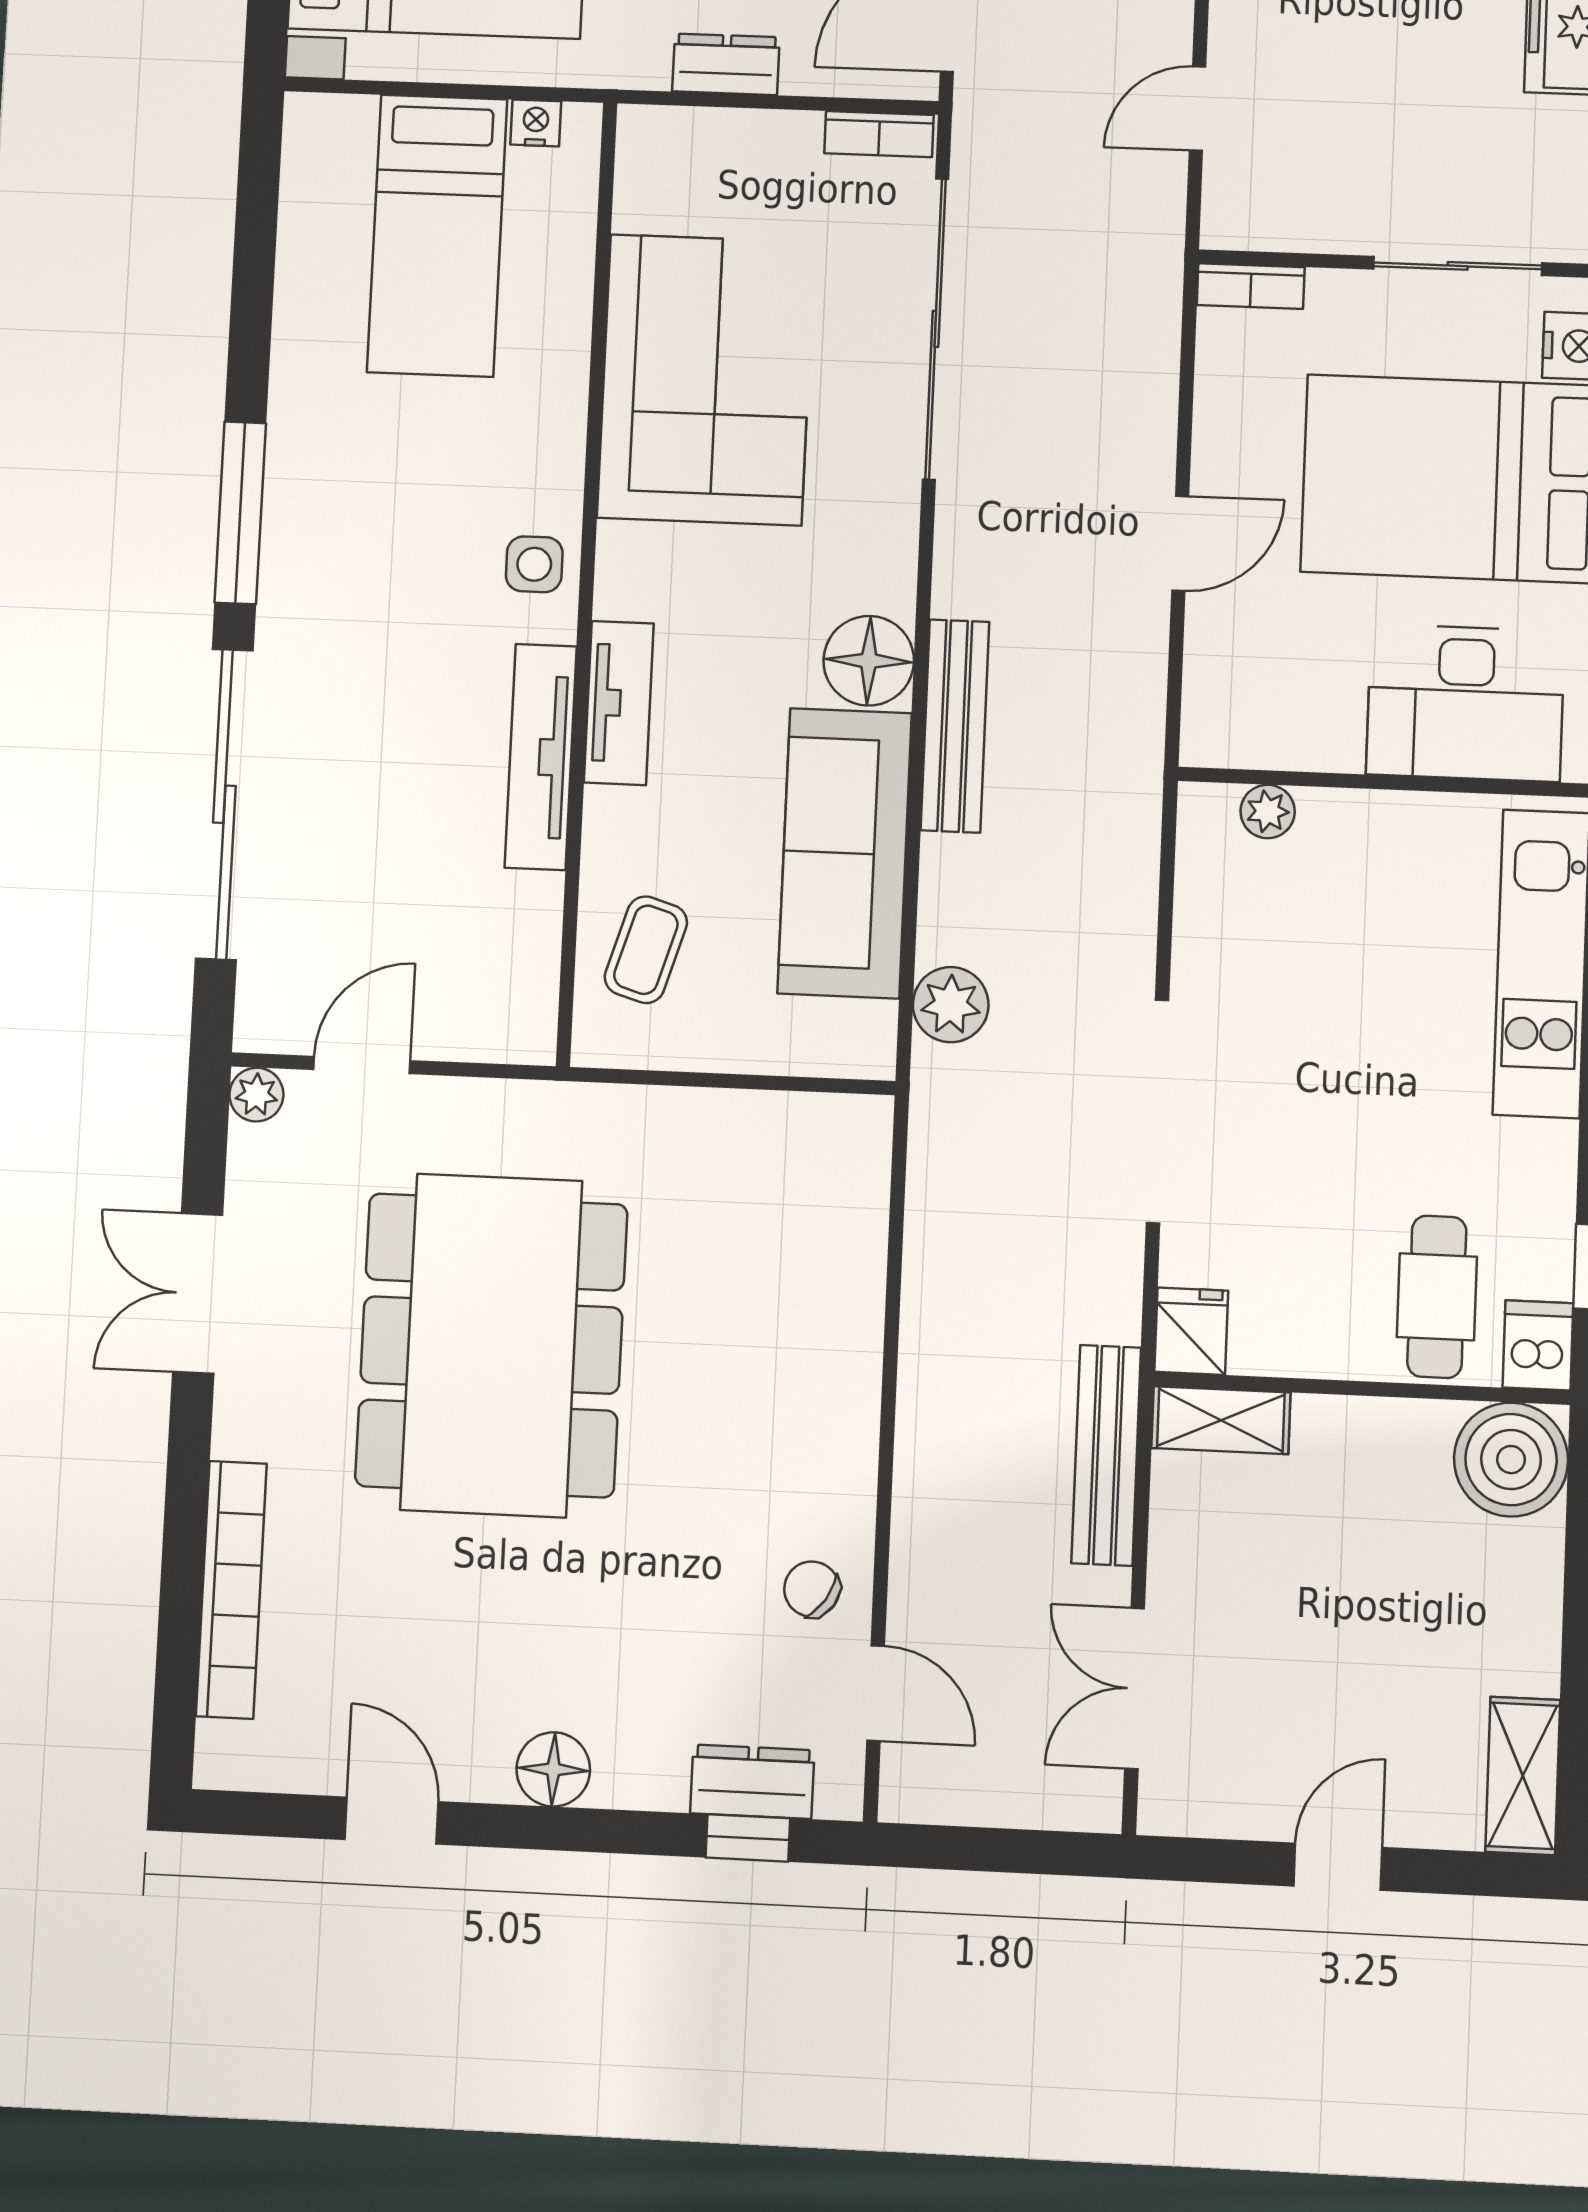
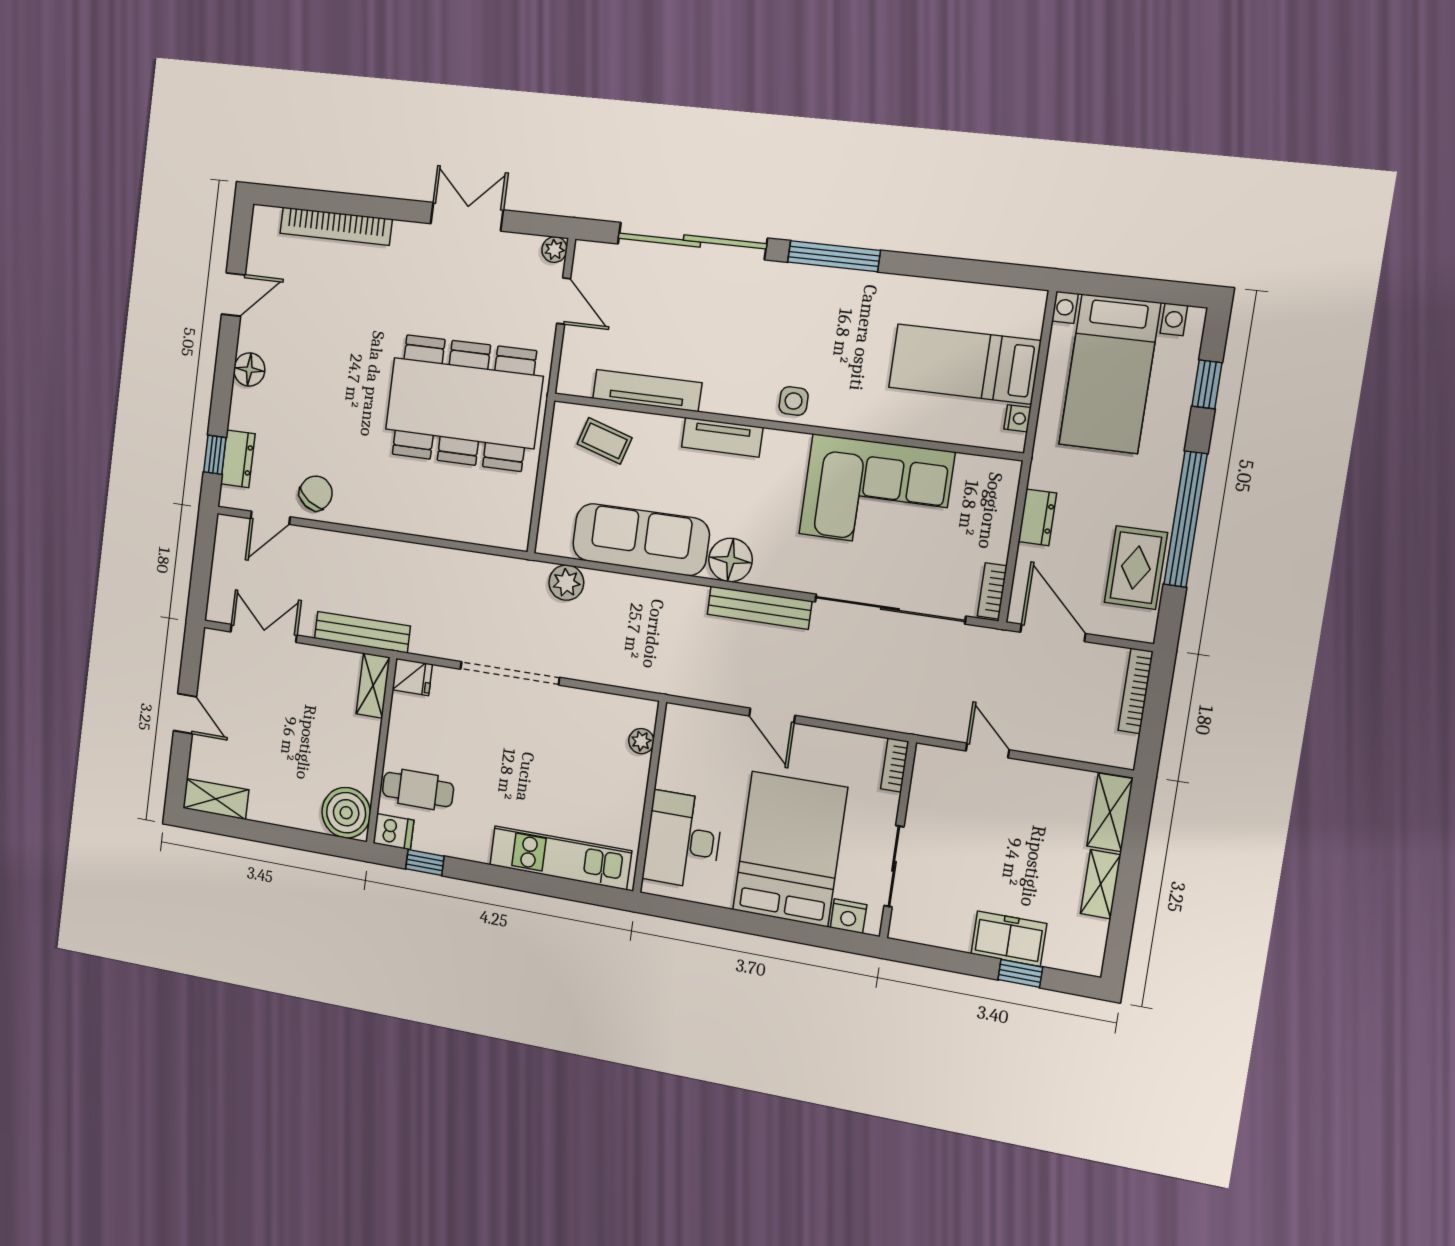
bench: (955, 726) -> (759, 608), moved
tv unit: (541, 757) -> (647, 391), moved
dining table: (491, 1345) -> (464, 403), moved
chair: (812, 1589) -> (316, 493), width x1.37, depth x1.37

